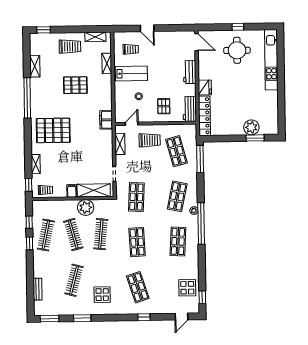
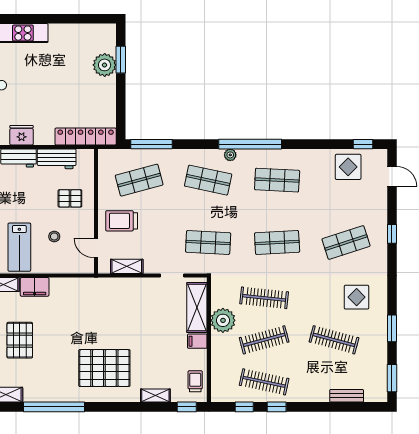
lab bench: (131, 74) -> (19, 247), turned 180
pallet: (75, 85) -> (20, 340), moved
fridge: (205, 87) -> (22, 135), moved
workbench: (190, 109) -> (57, 159), moved
filing cabinet: (106, 120) -> (35, 287), moved
pallet: (53, 130) -> (104, 368), turned 90
trolley: (150, 140) -> (122, 221), turned -90

